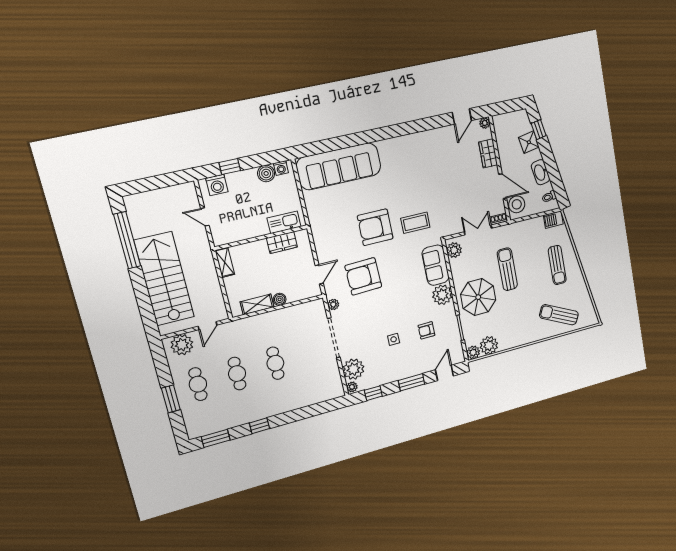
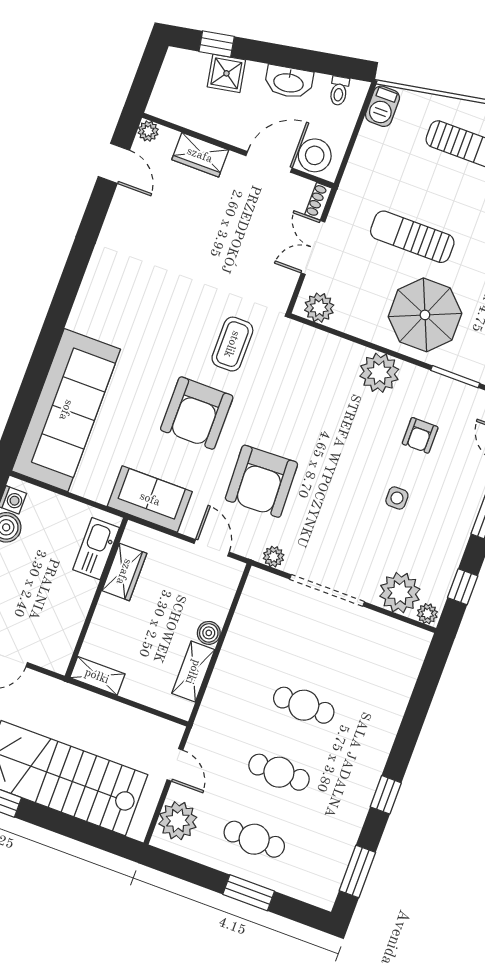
sofa: (436, 265) -> (150, 499), moved, turned 180

